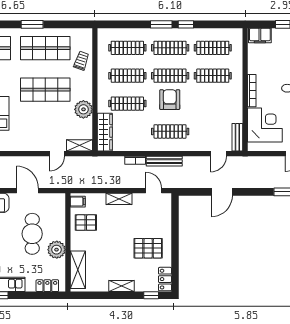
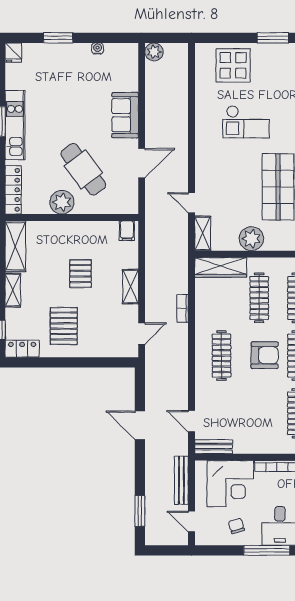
bench: (164, 161) -> (181, 480), moved
pallet: (86, 223) -> (80, 274), moved
cafe table: (32, 234) -> (83, 169), turned 53
shelving: (78, 270) -> (15, 246), moved, turned 90
locker: (47, 286) -> (13, 190), width x1.53

